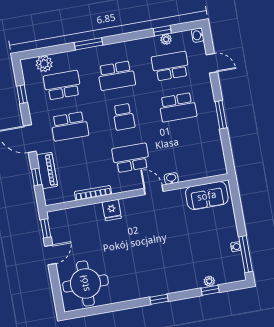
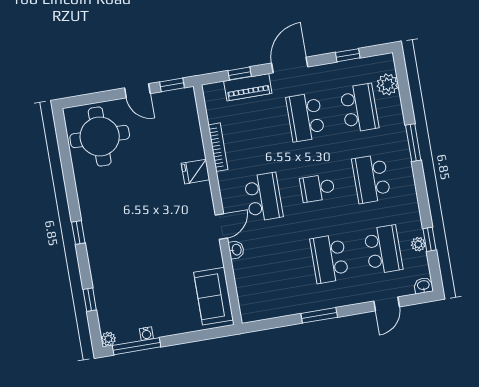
plant: (209, 281) -> (108, 339), moved

